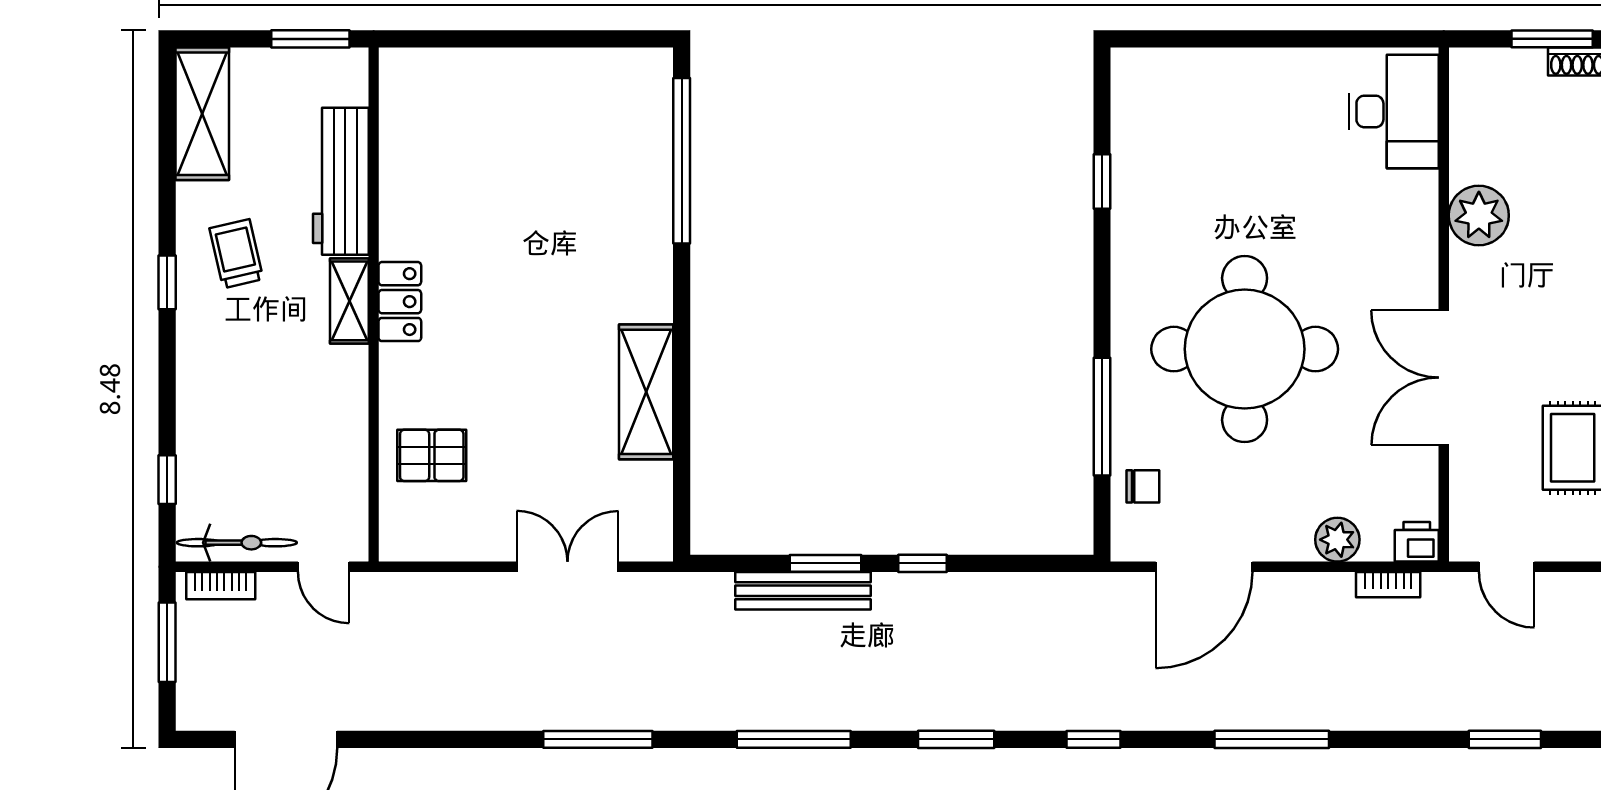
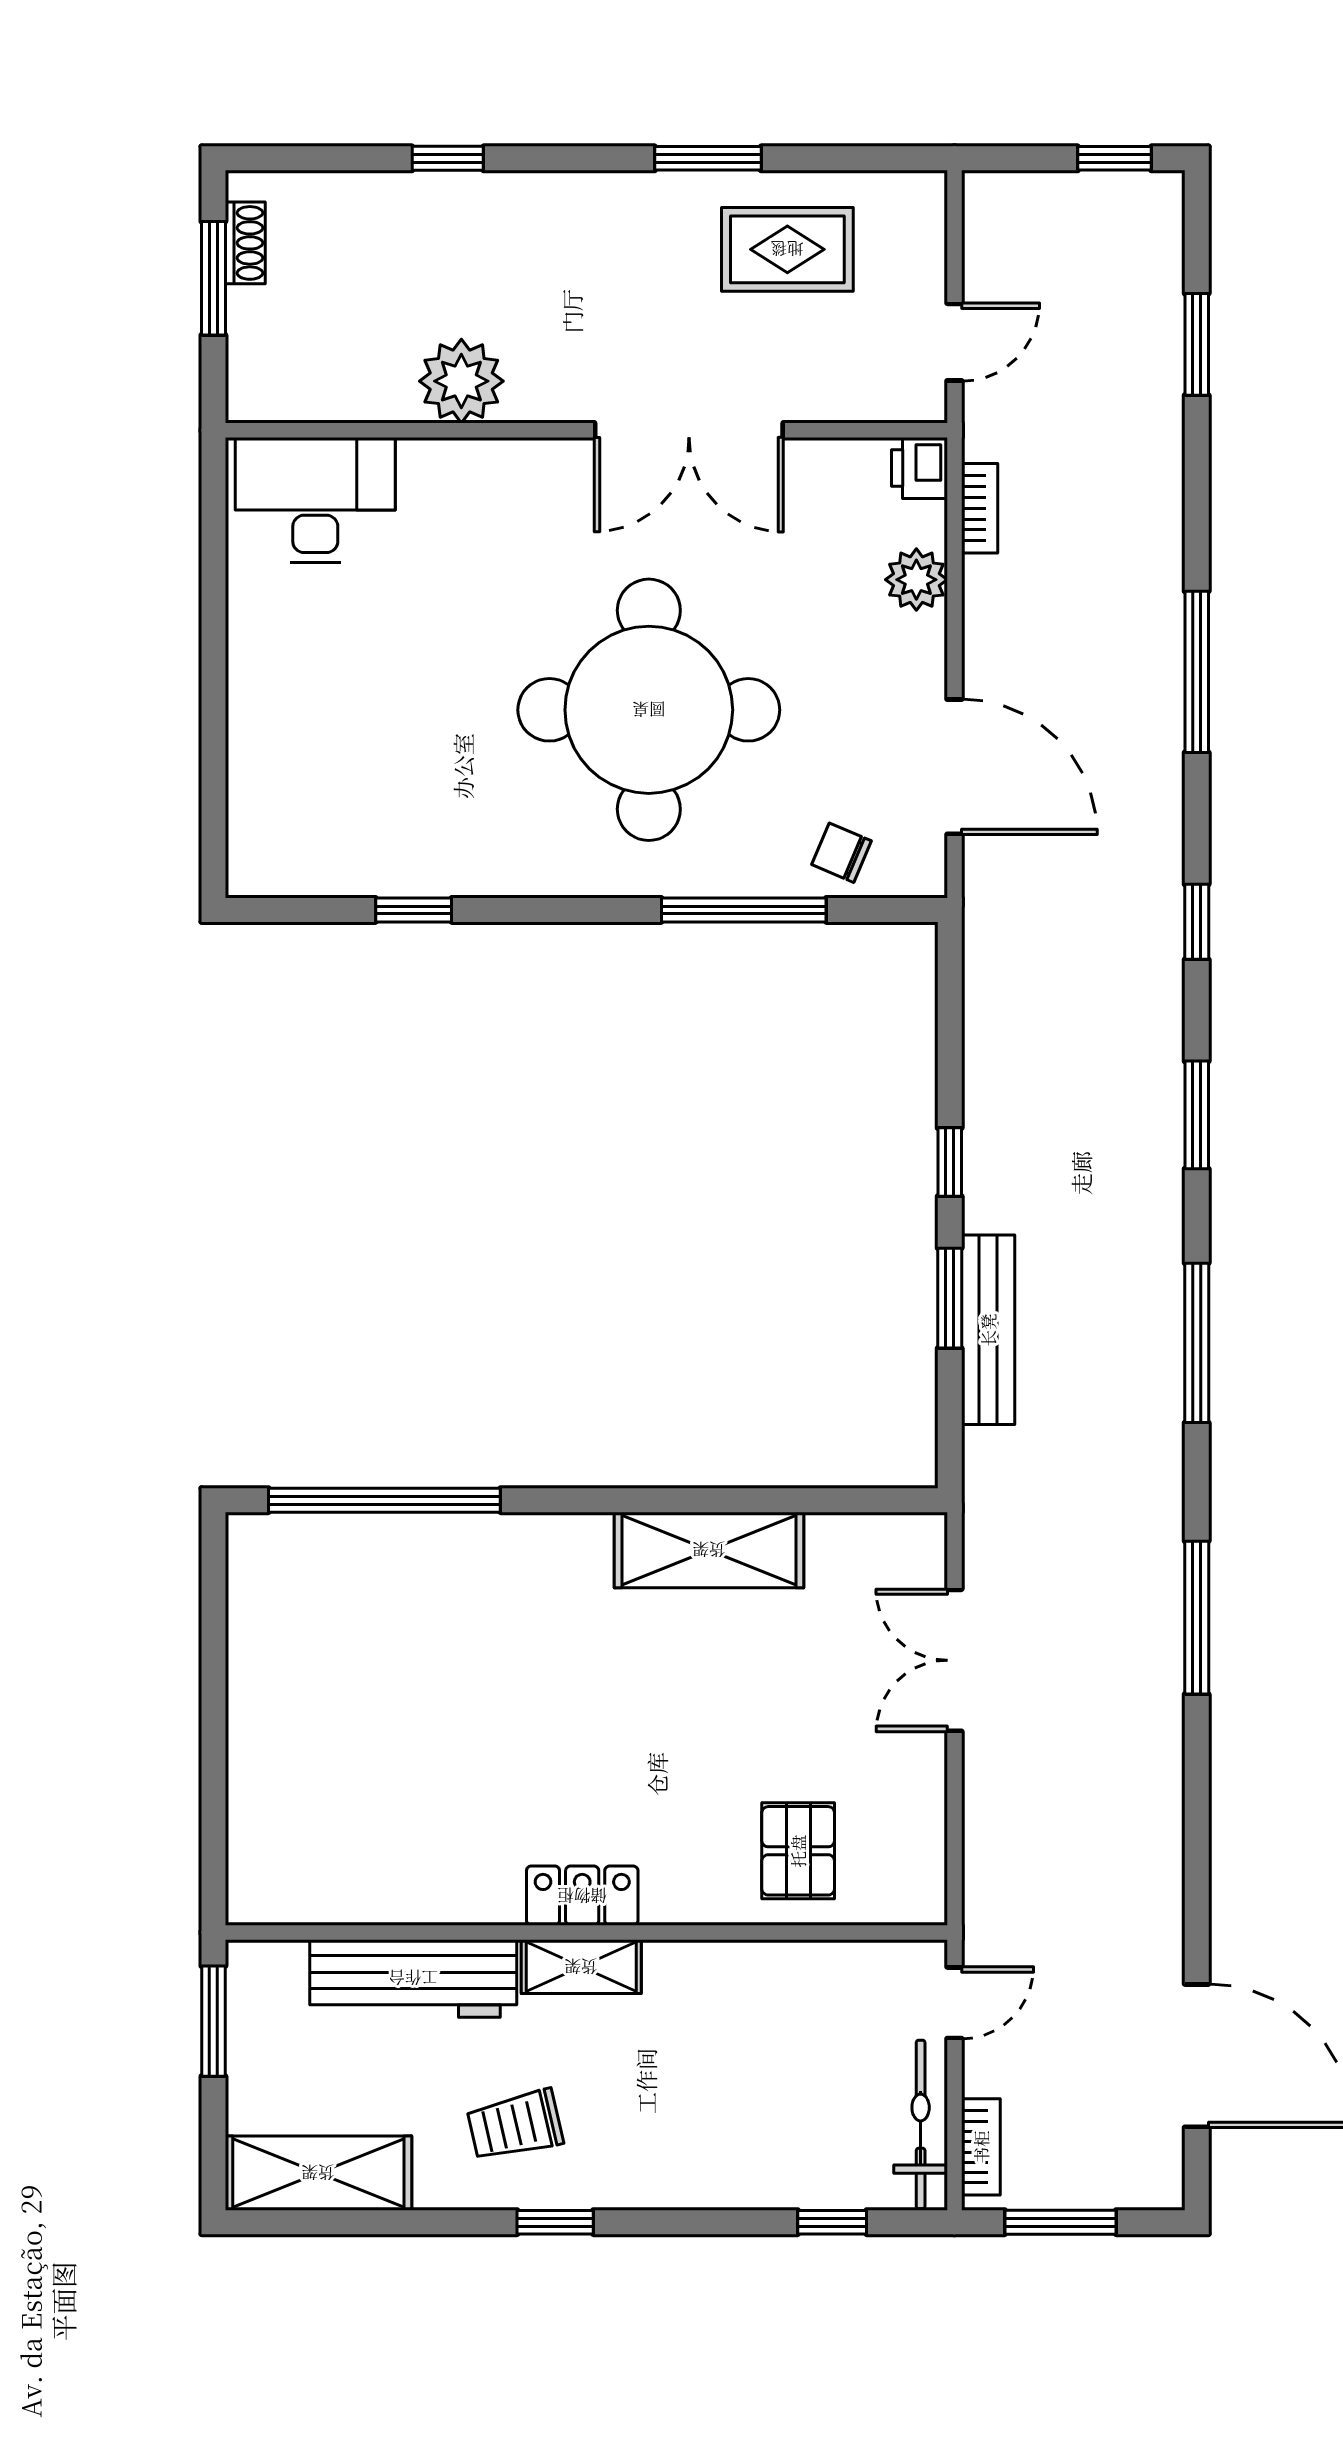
chair: (1143, 486) -> (842, 853), turned -67

